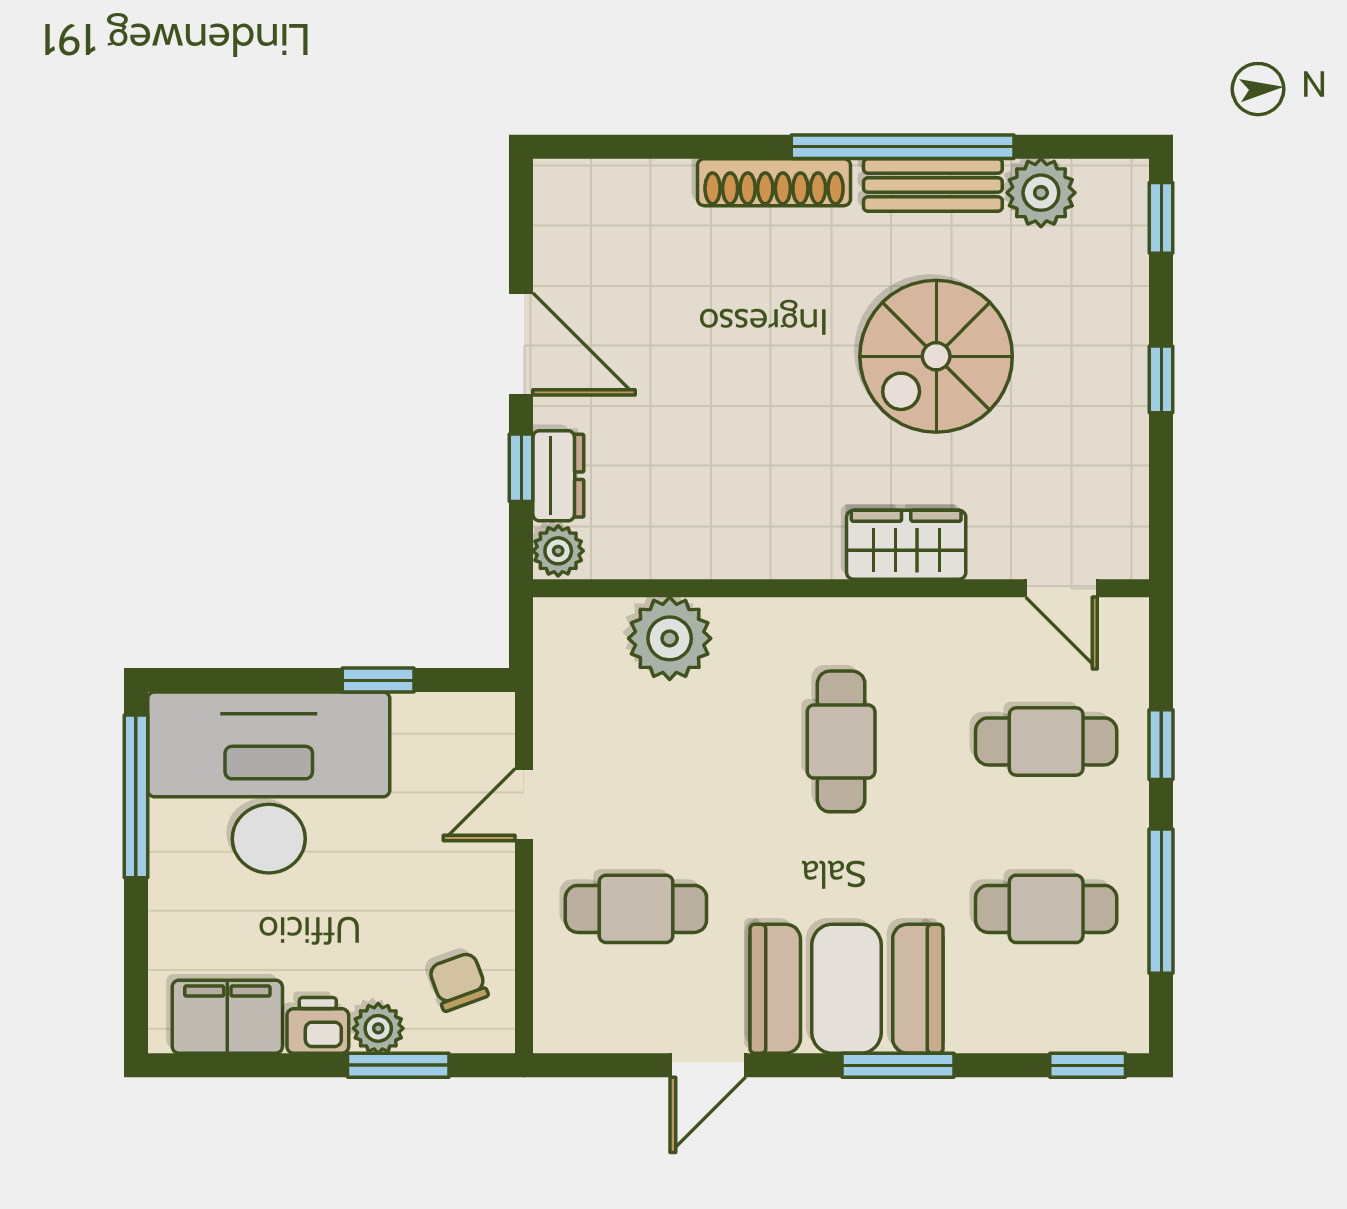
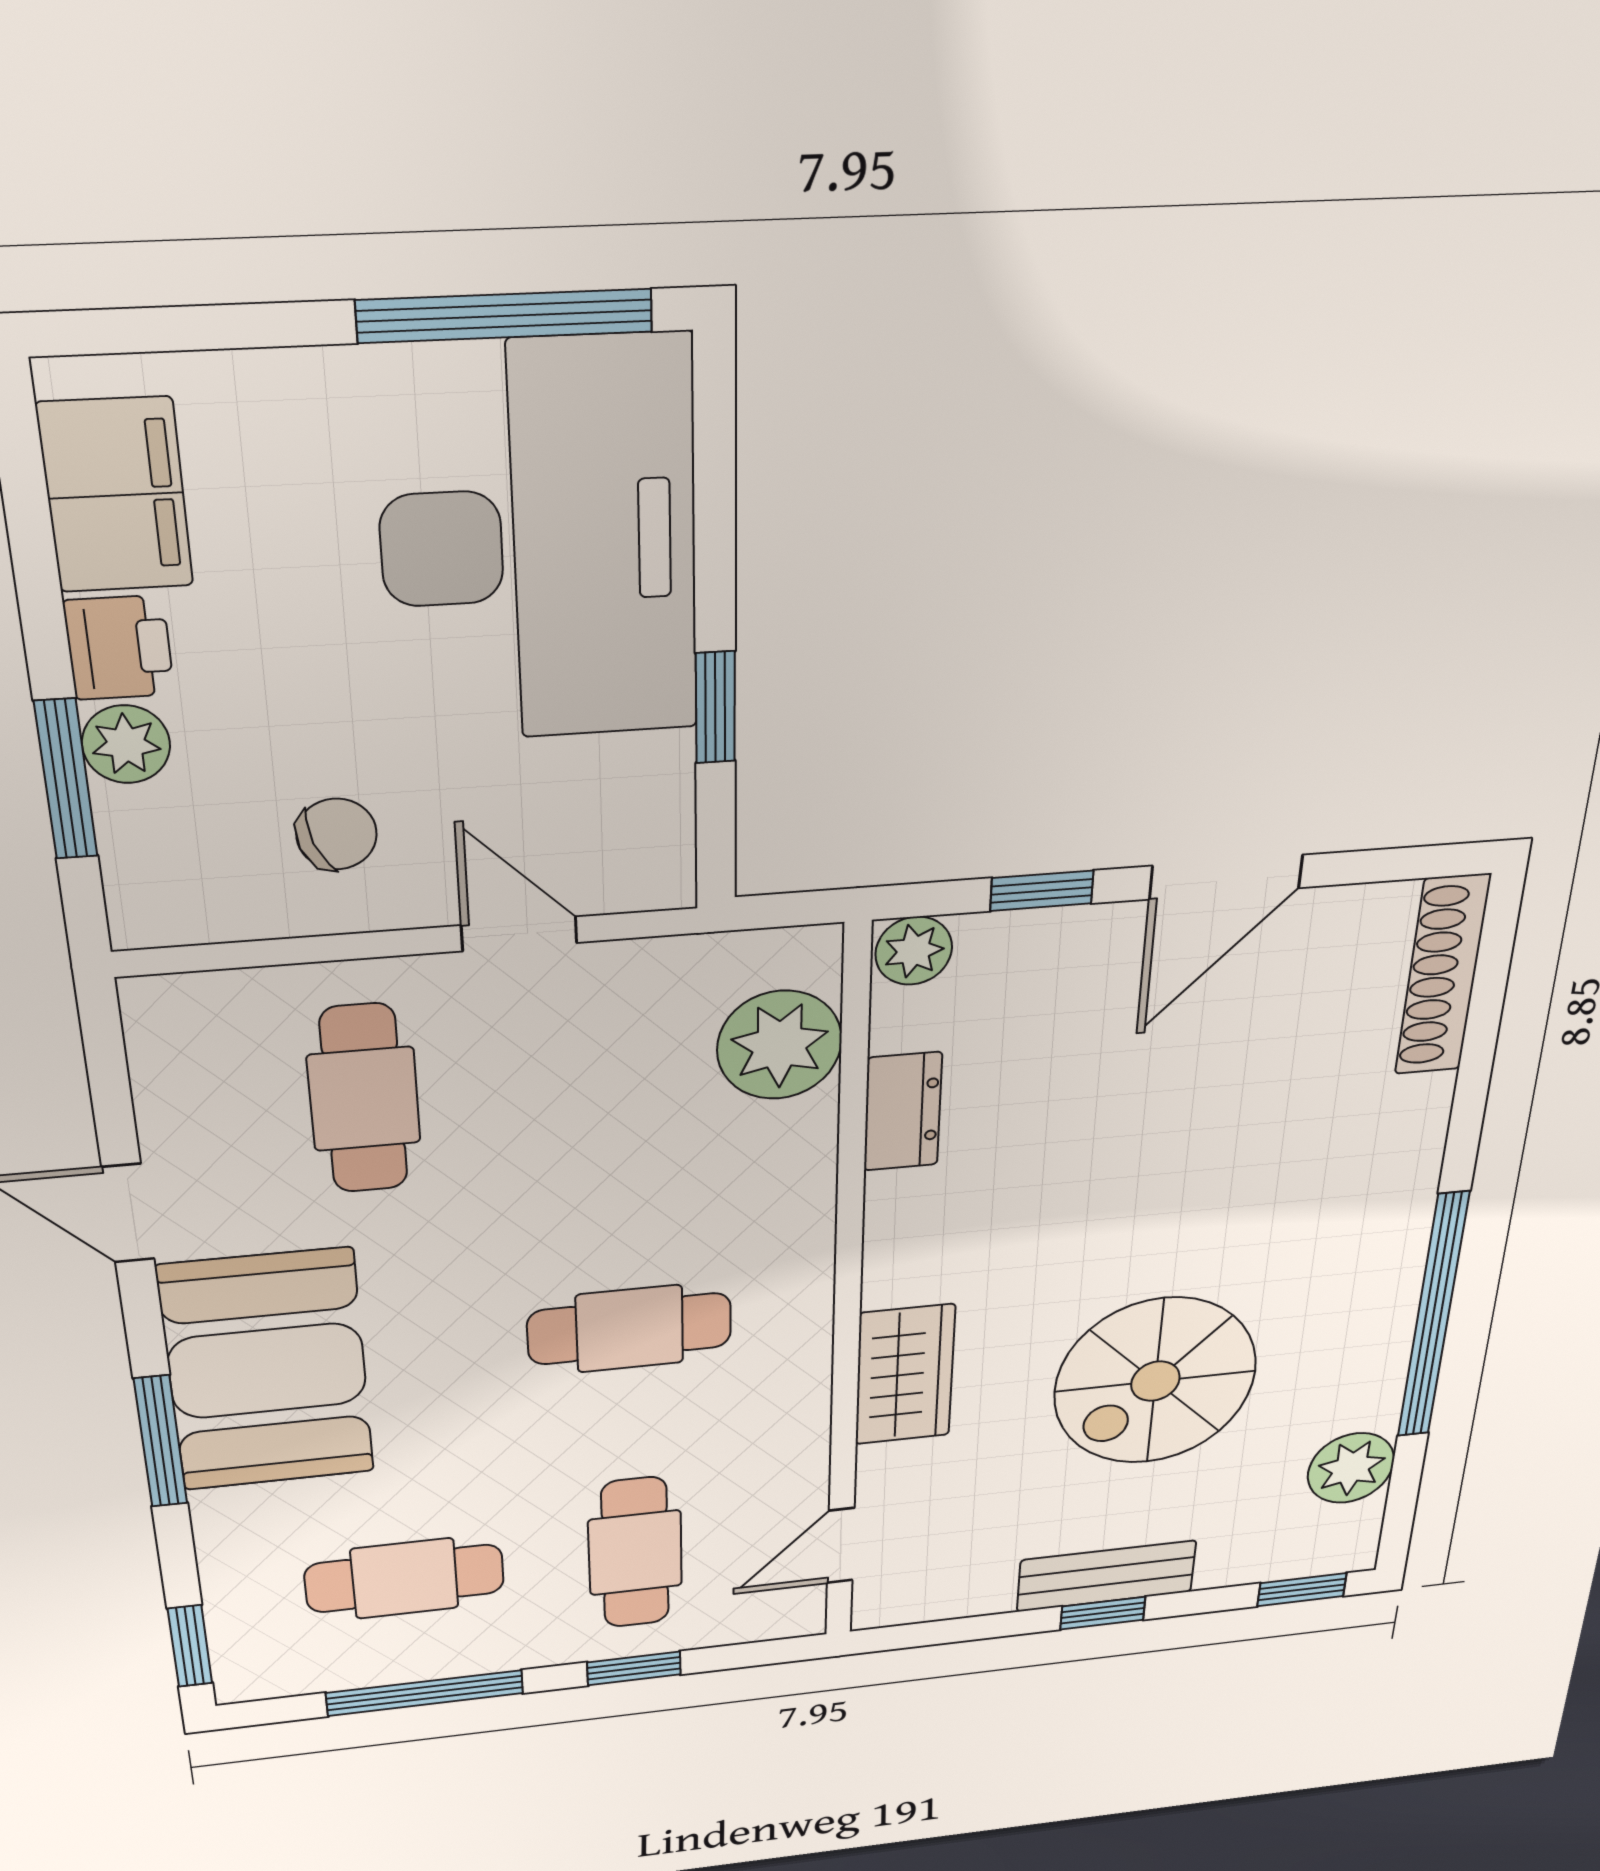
shoe rack: (774, 182) -> (1442, 975), moved
bench: (933, 185) -> (1106, 1576), moved, turned 90
spiral stairs: (936, 356) -> (1155, 1381), turned -90
dresser: (558, 476) -> (903, 1112), moved, turned -90
plant: (670, 638) -> (779, 1045), moved
cafe table: (1046, 909) -> (405, 1578), turned 90
chair: (458, 982) -> (337, 834), moved

